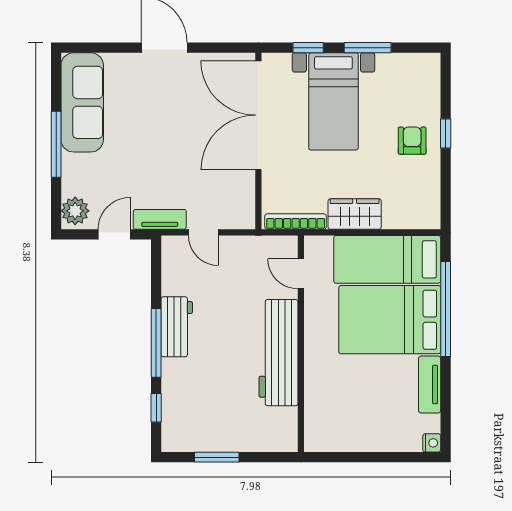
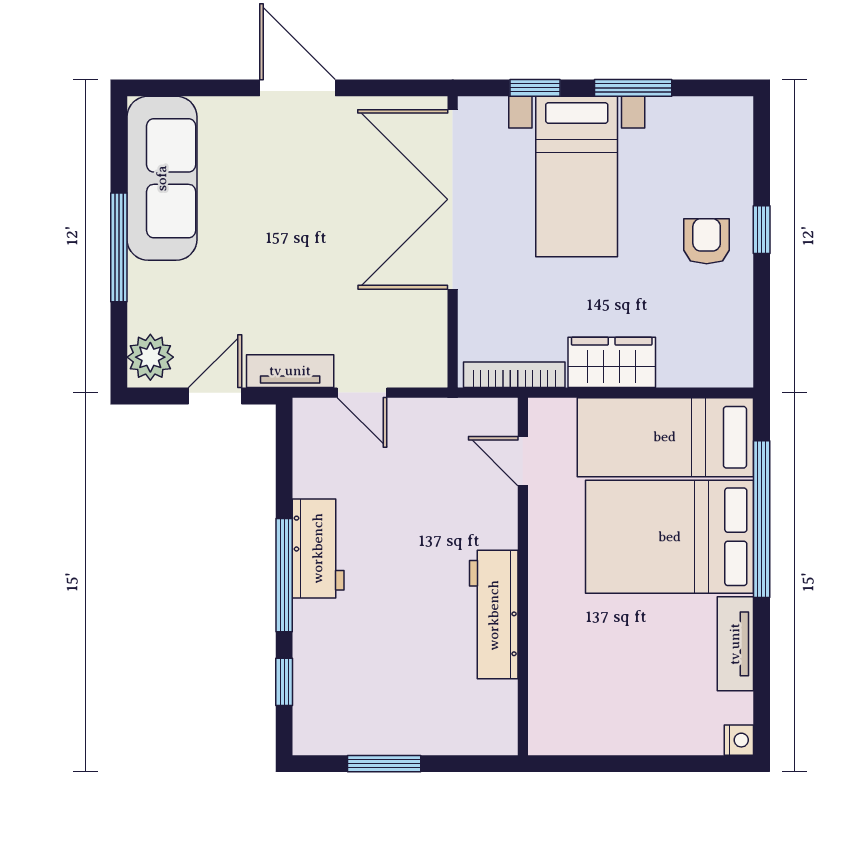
workbench: (278, 353) -> (494, 615), width x0.73, depth x0.76

